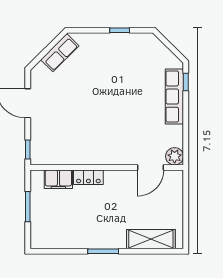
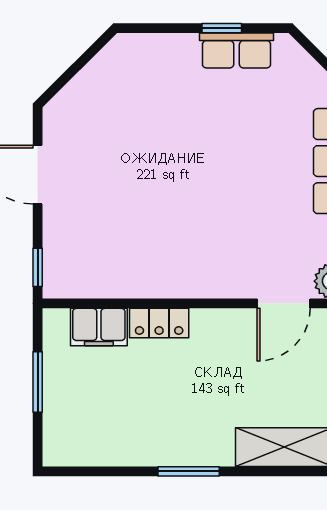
row of seats: (60, 53) -> (237, 50), moved, turned 45

